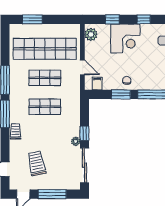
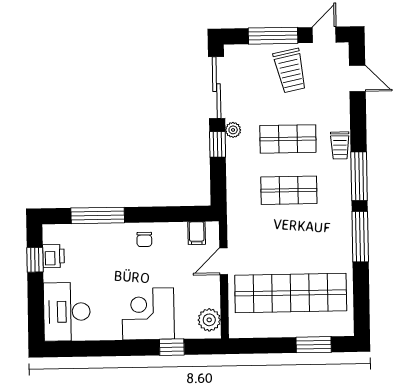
window: (144, 19) -> (116, 348), removed
door: (82, 67) -> (224, 261), hinge flipped
shop shelf: (45, 78) -> (288, 139), moved
window: (121, 94) -> (154, 214), removed
trolley: (37, 163) -> (290, 71), moved

